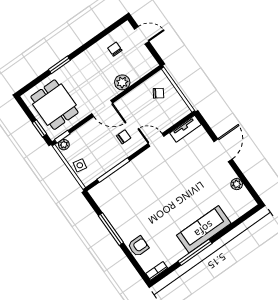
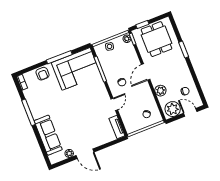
door: (142, 35) -> (190, 112), swing flipped
plant: (143, 60) -> (173, 109), added
dining table: (54, 105) -> (157, 39), turned 90
door: (223, 150) -> (85, 154), moved
corner sofa: (121, 203) -> (76, 69), added
sofa: (204, 229) -> (48, 135), moved

